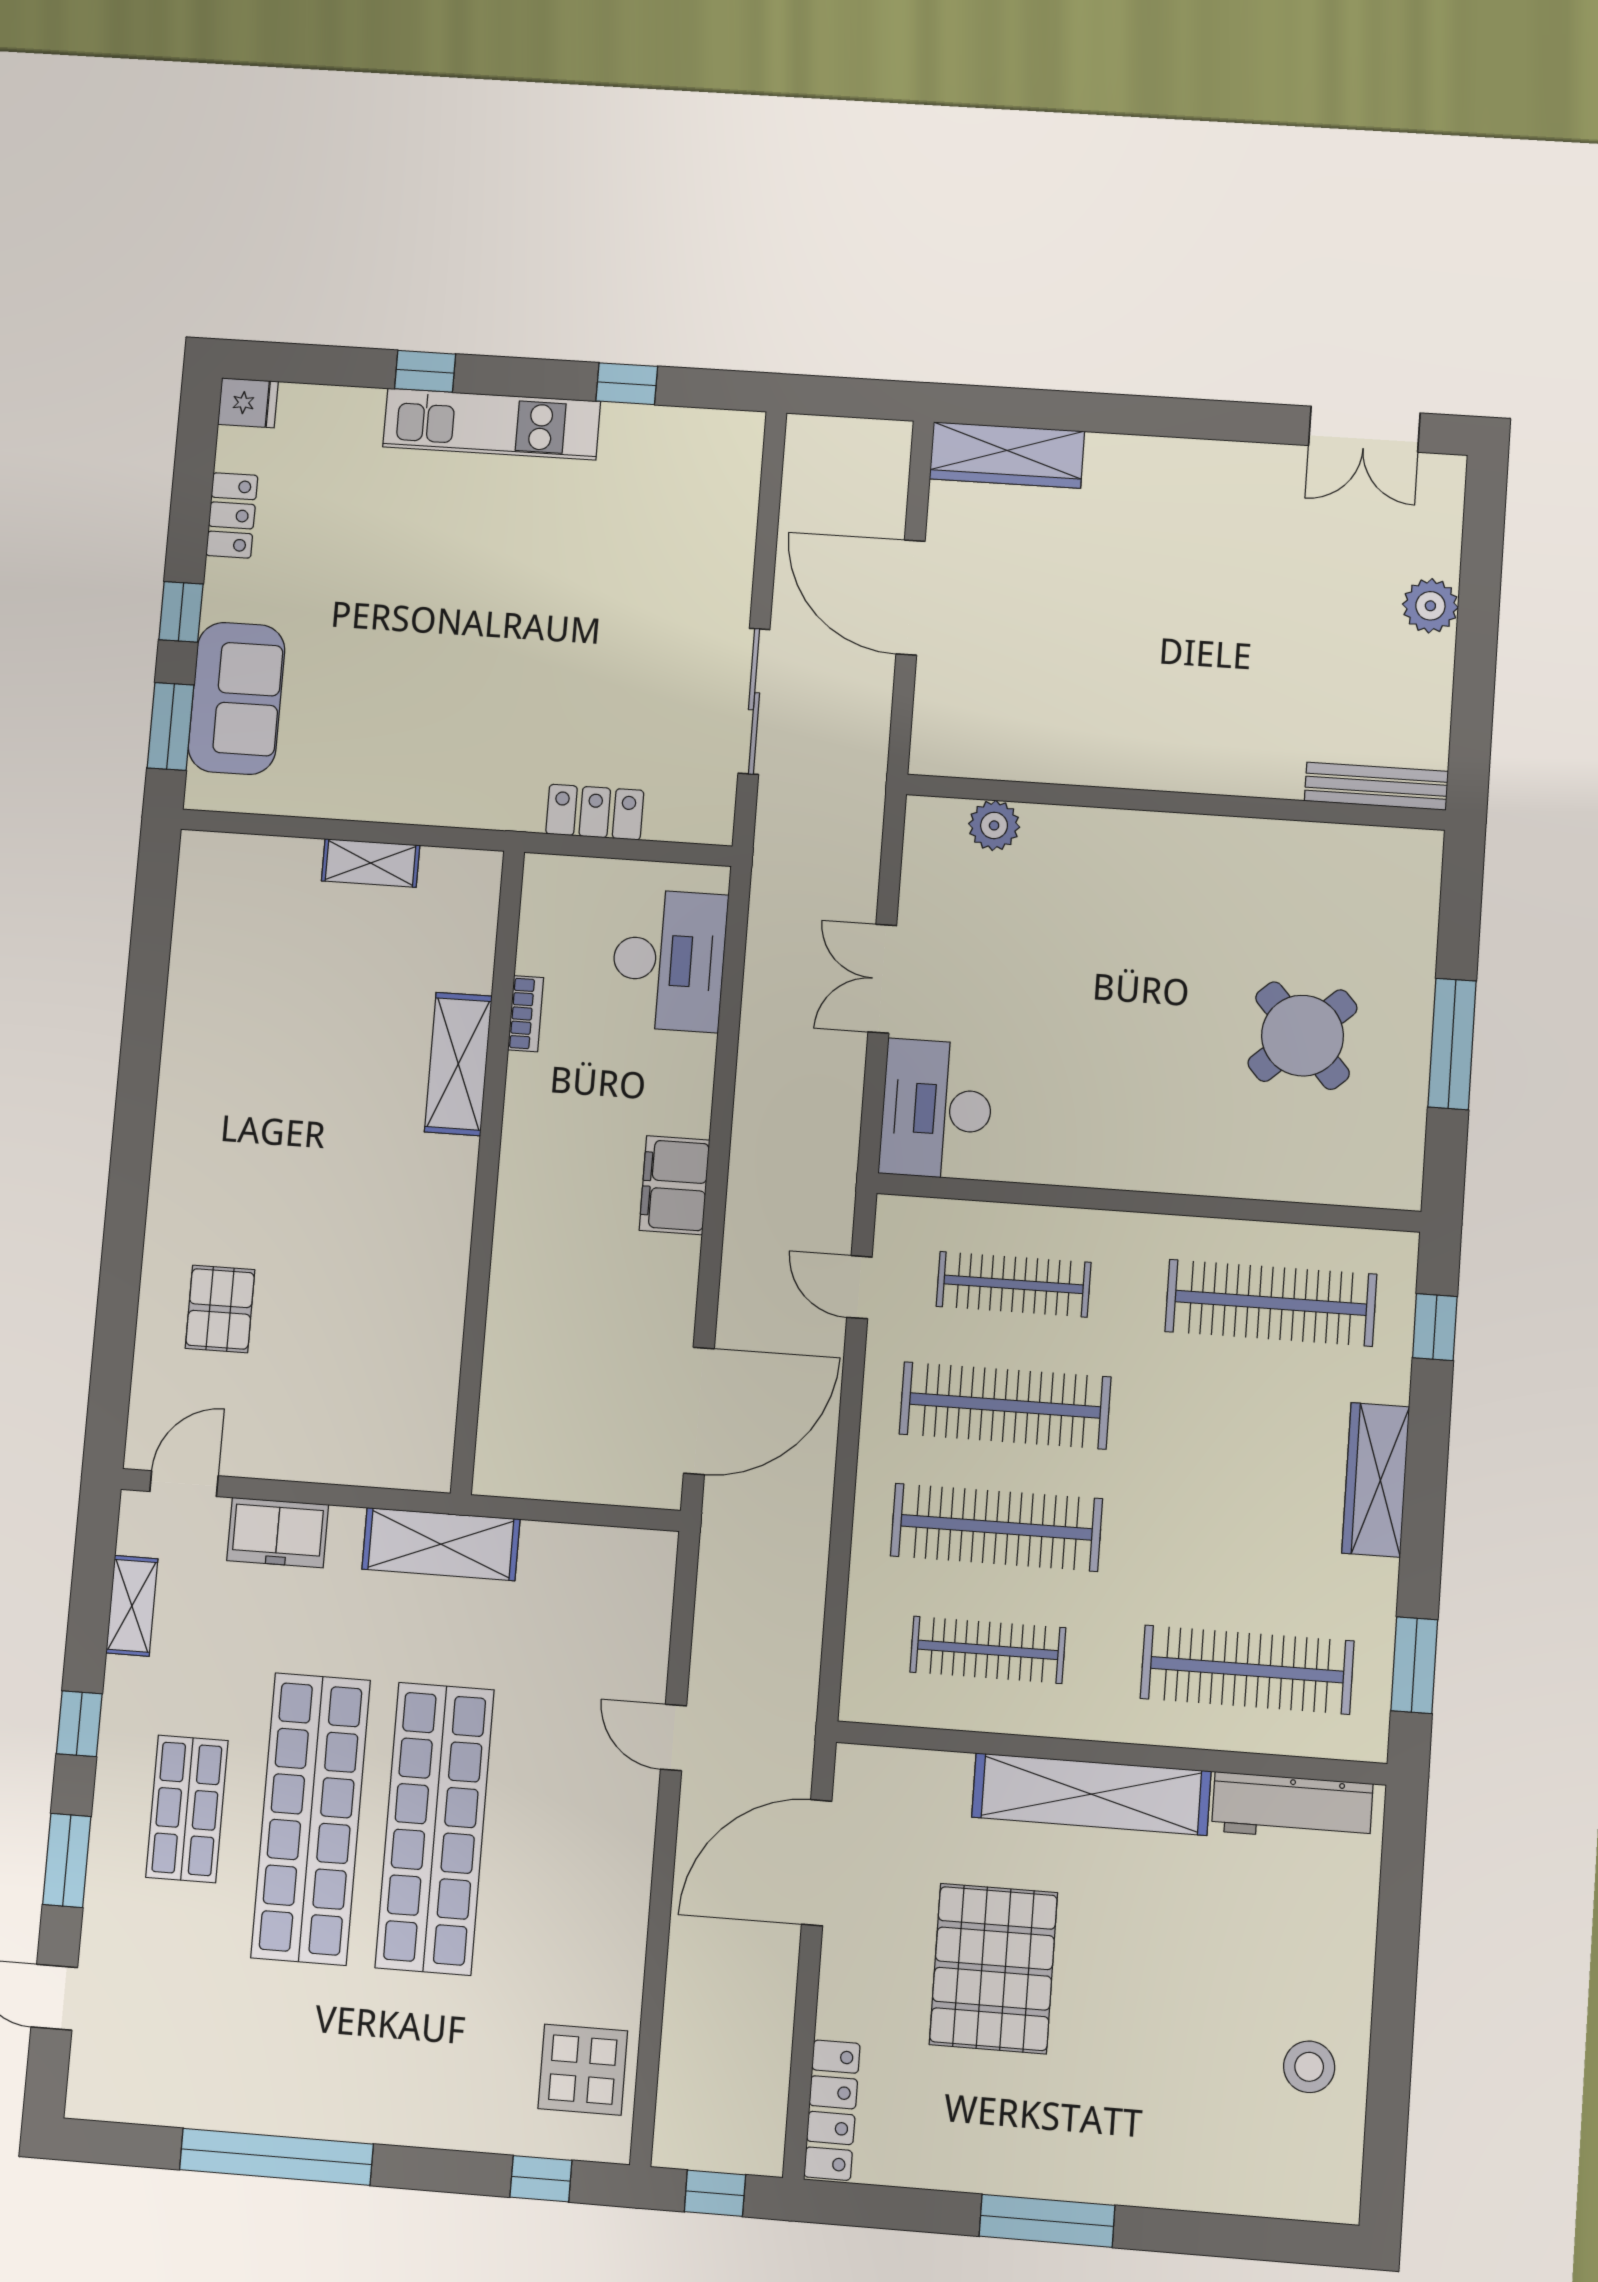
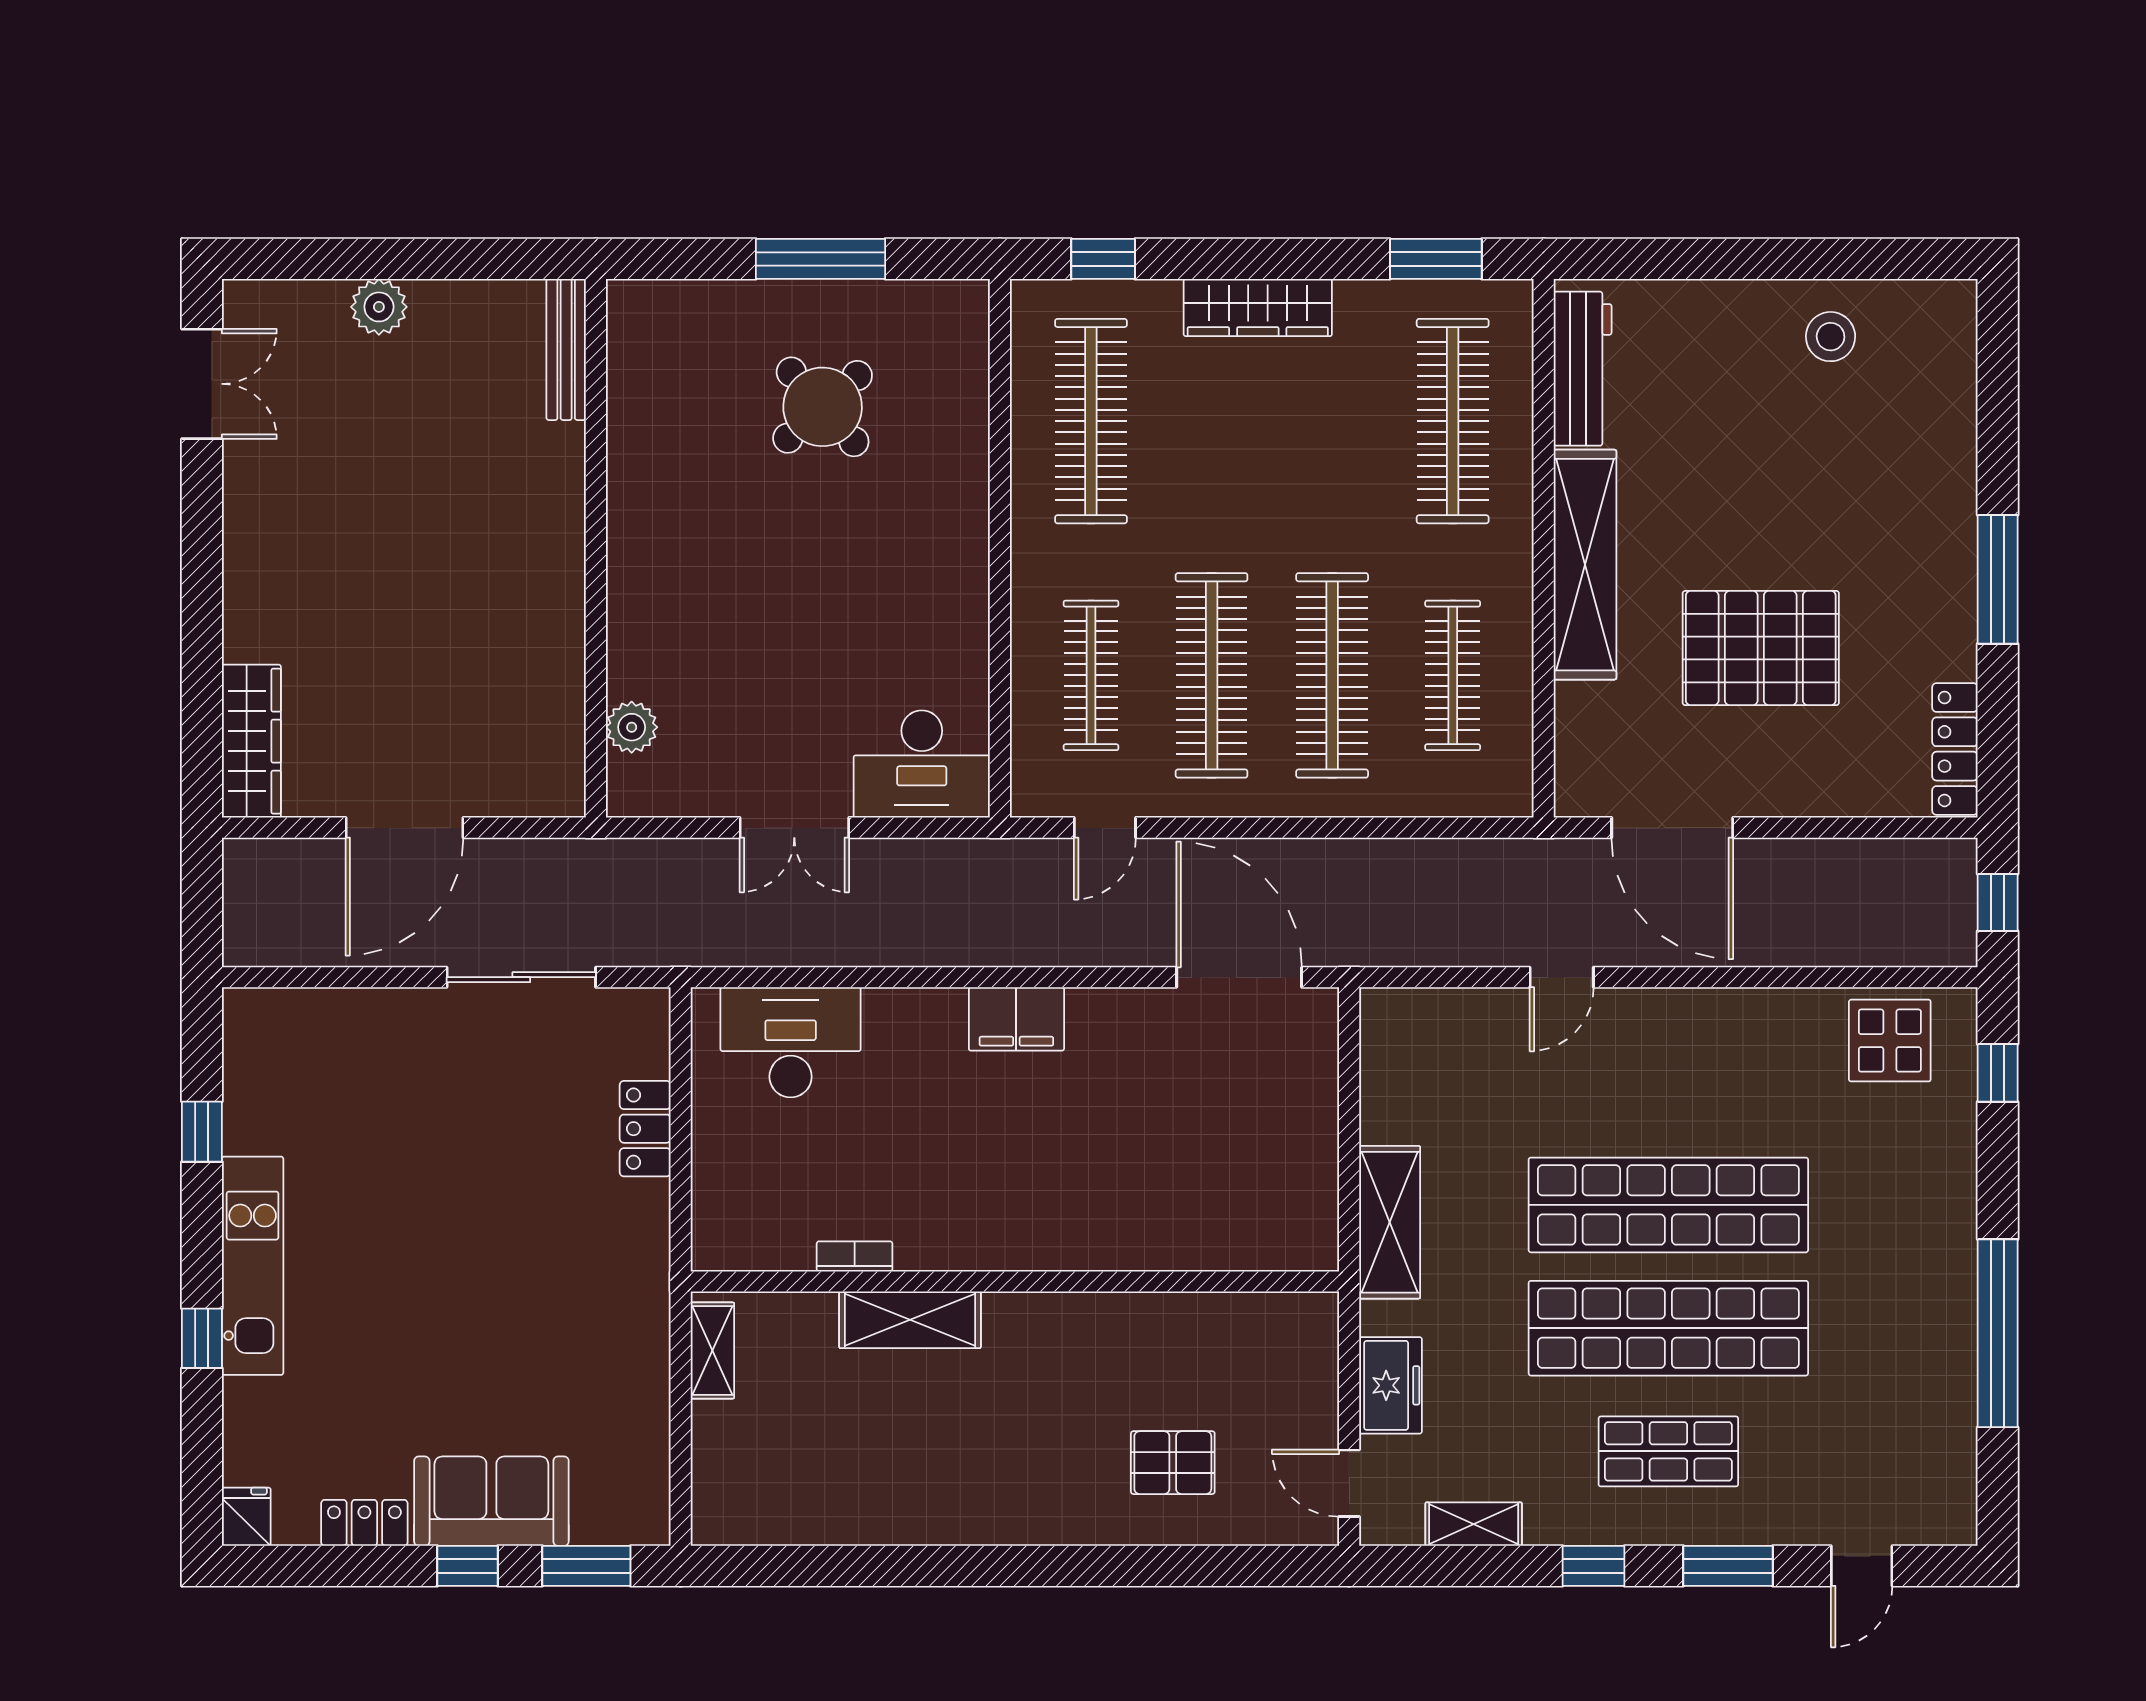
sofa: (237, 698) -> (491, 1501), moved
bookcase: (526, 1014) -> (855, 1256), moved
shelving: (458, 1064) -> (910, 1320), moved
wall: (488, 1170) -> (1015, 1282), moved
locker: (832, 2110) -> (1955, 749), moved, turned -90

